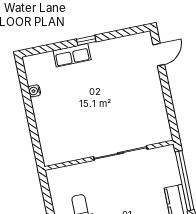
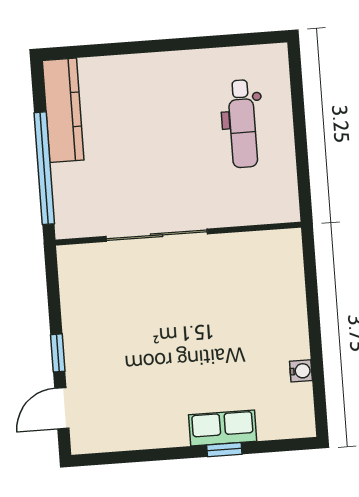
window: (86, 40) -> (224, 450), moved
window: (165, 84) -> (58, 353), added

